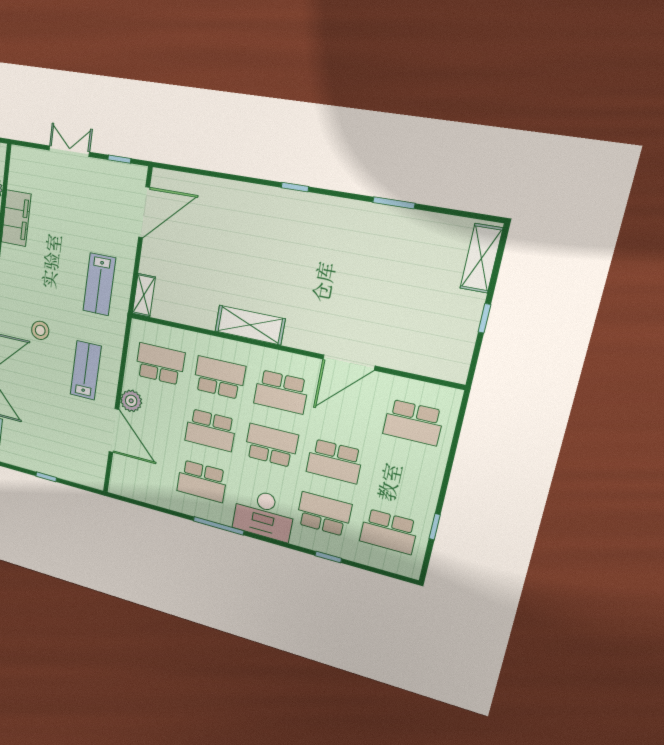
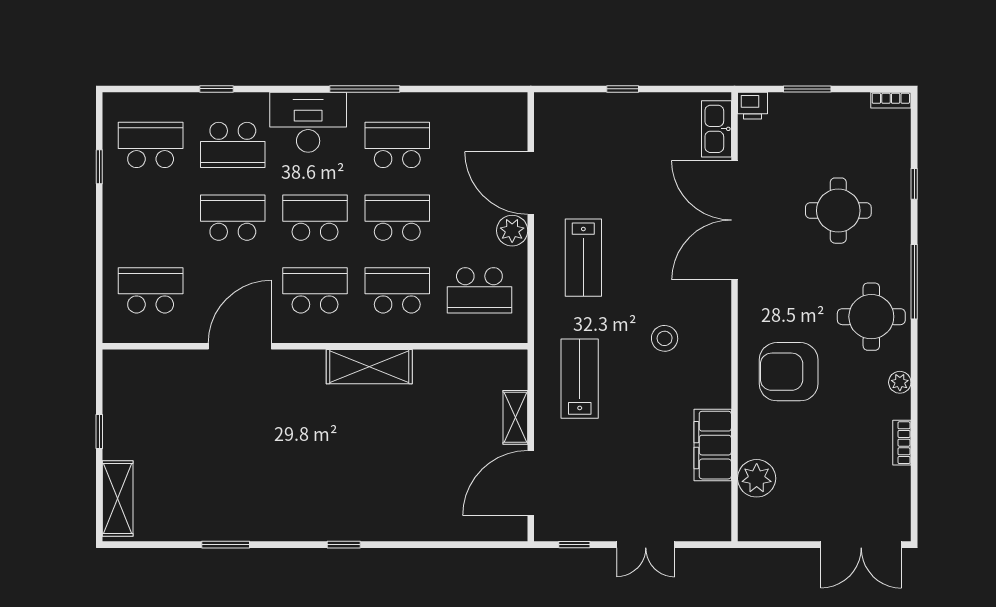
shelving: (144, 295) -> (515, 417), moved
stool: (40, 330) -> (665, 338), moved
school desk: (219, 378) -> (397, 290), turned 180
school desk: (271, 445) -> (315, 218), turned 180

